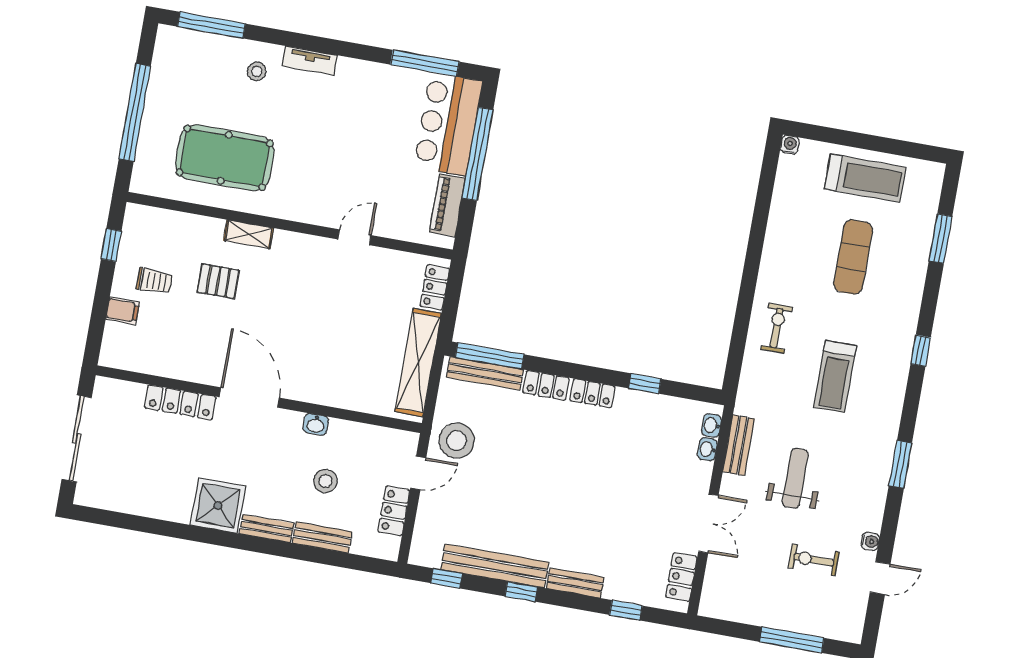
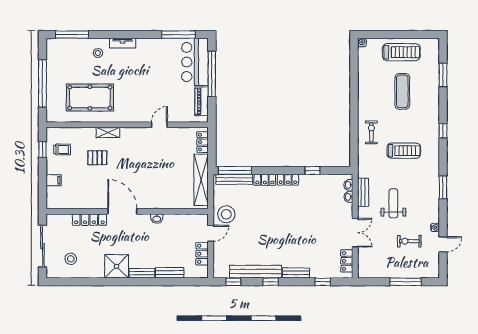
trolley: (154, 281) -> (62, 149), moved
treadmill: (835, 376) -> (404, 151), turned -90
stool: (325, 481) -> (71, 259), moved

